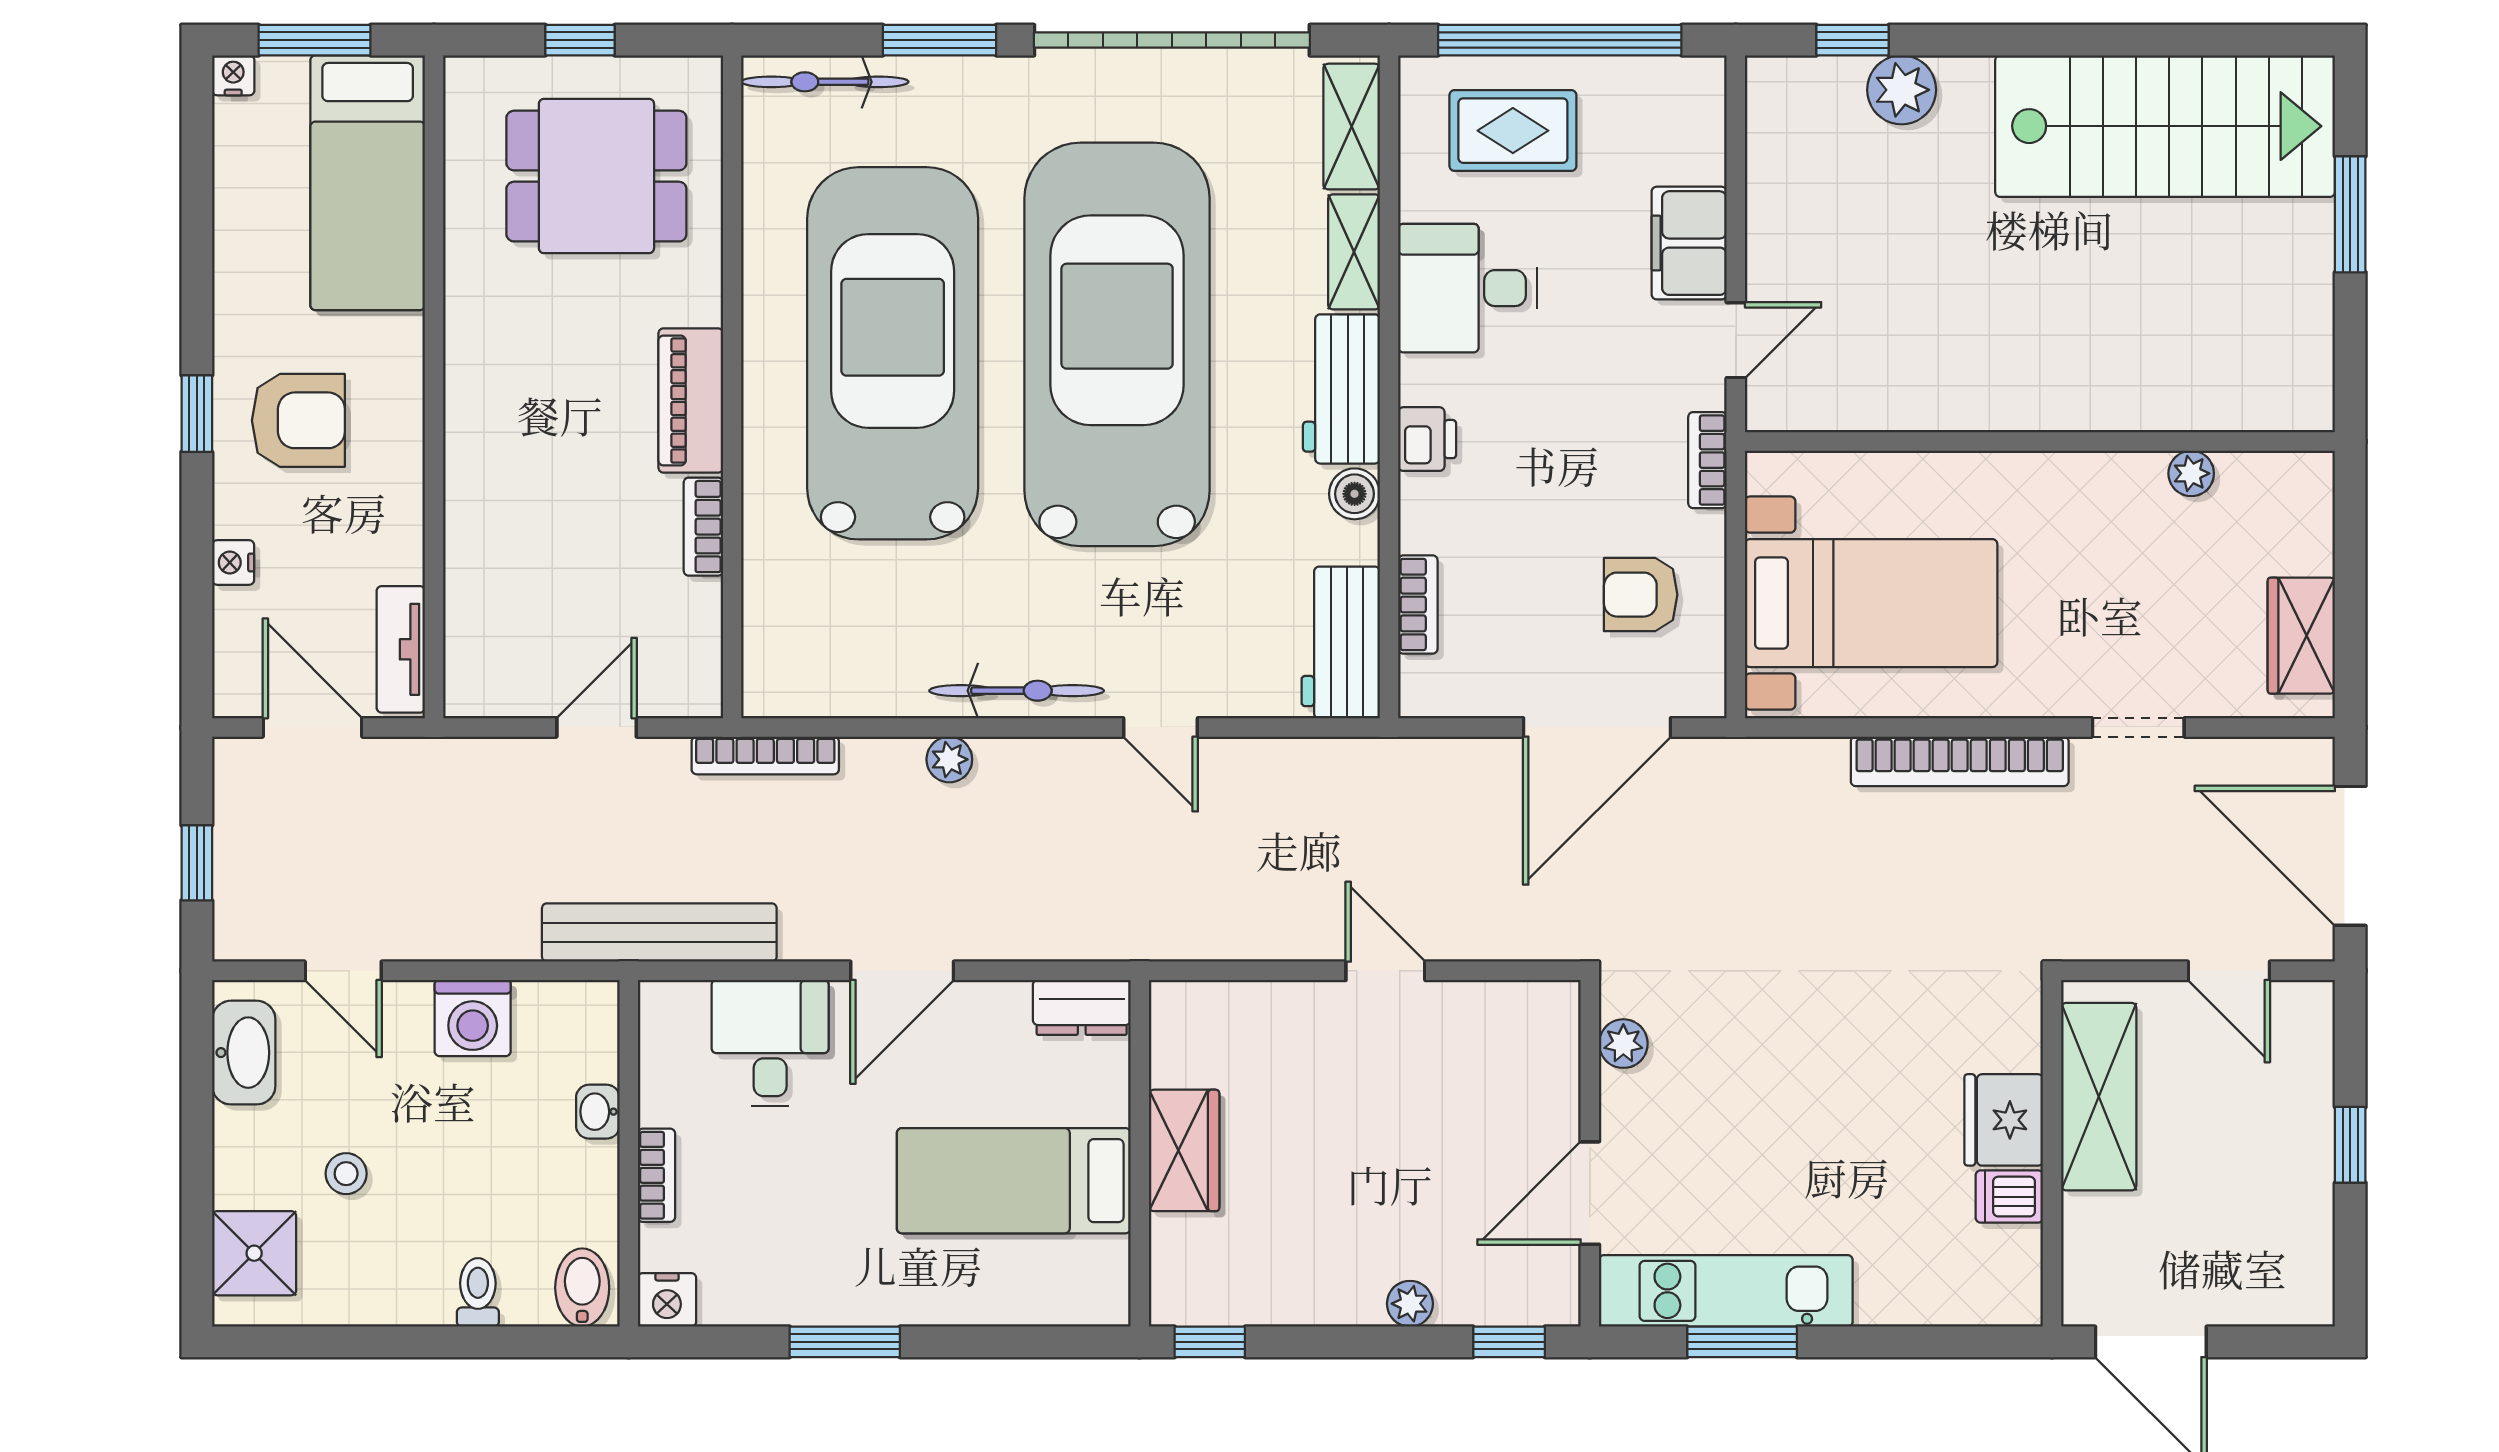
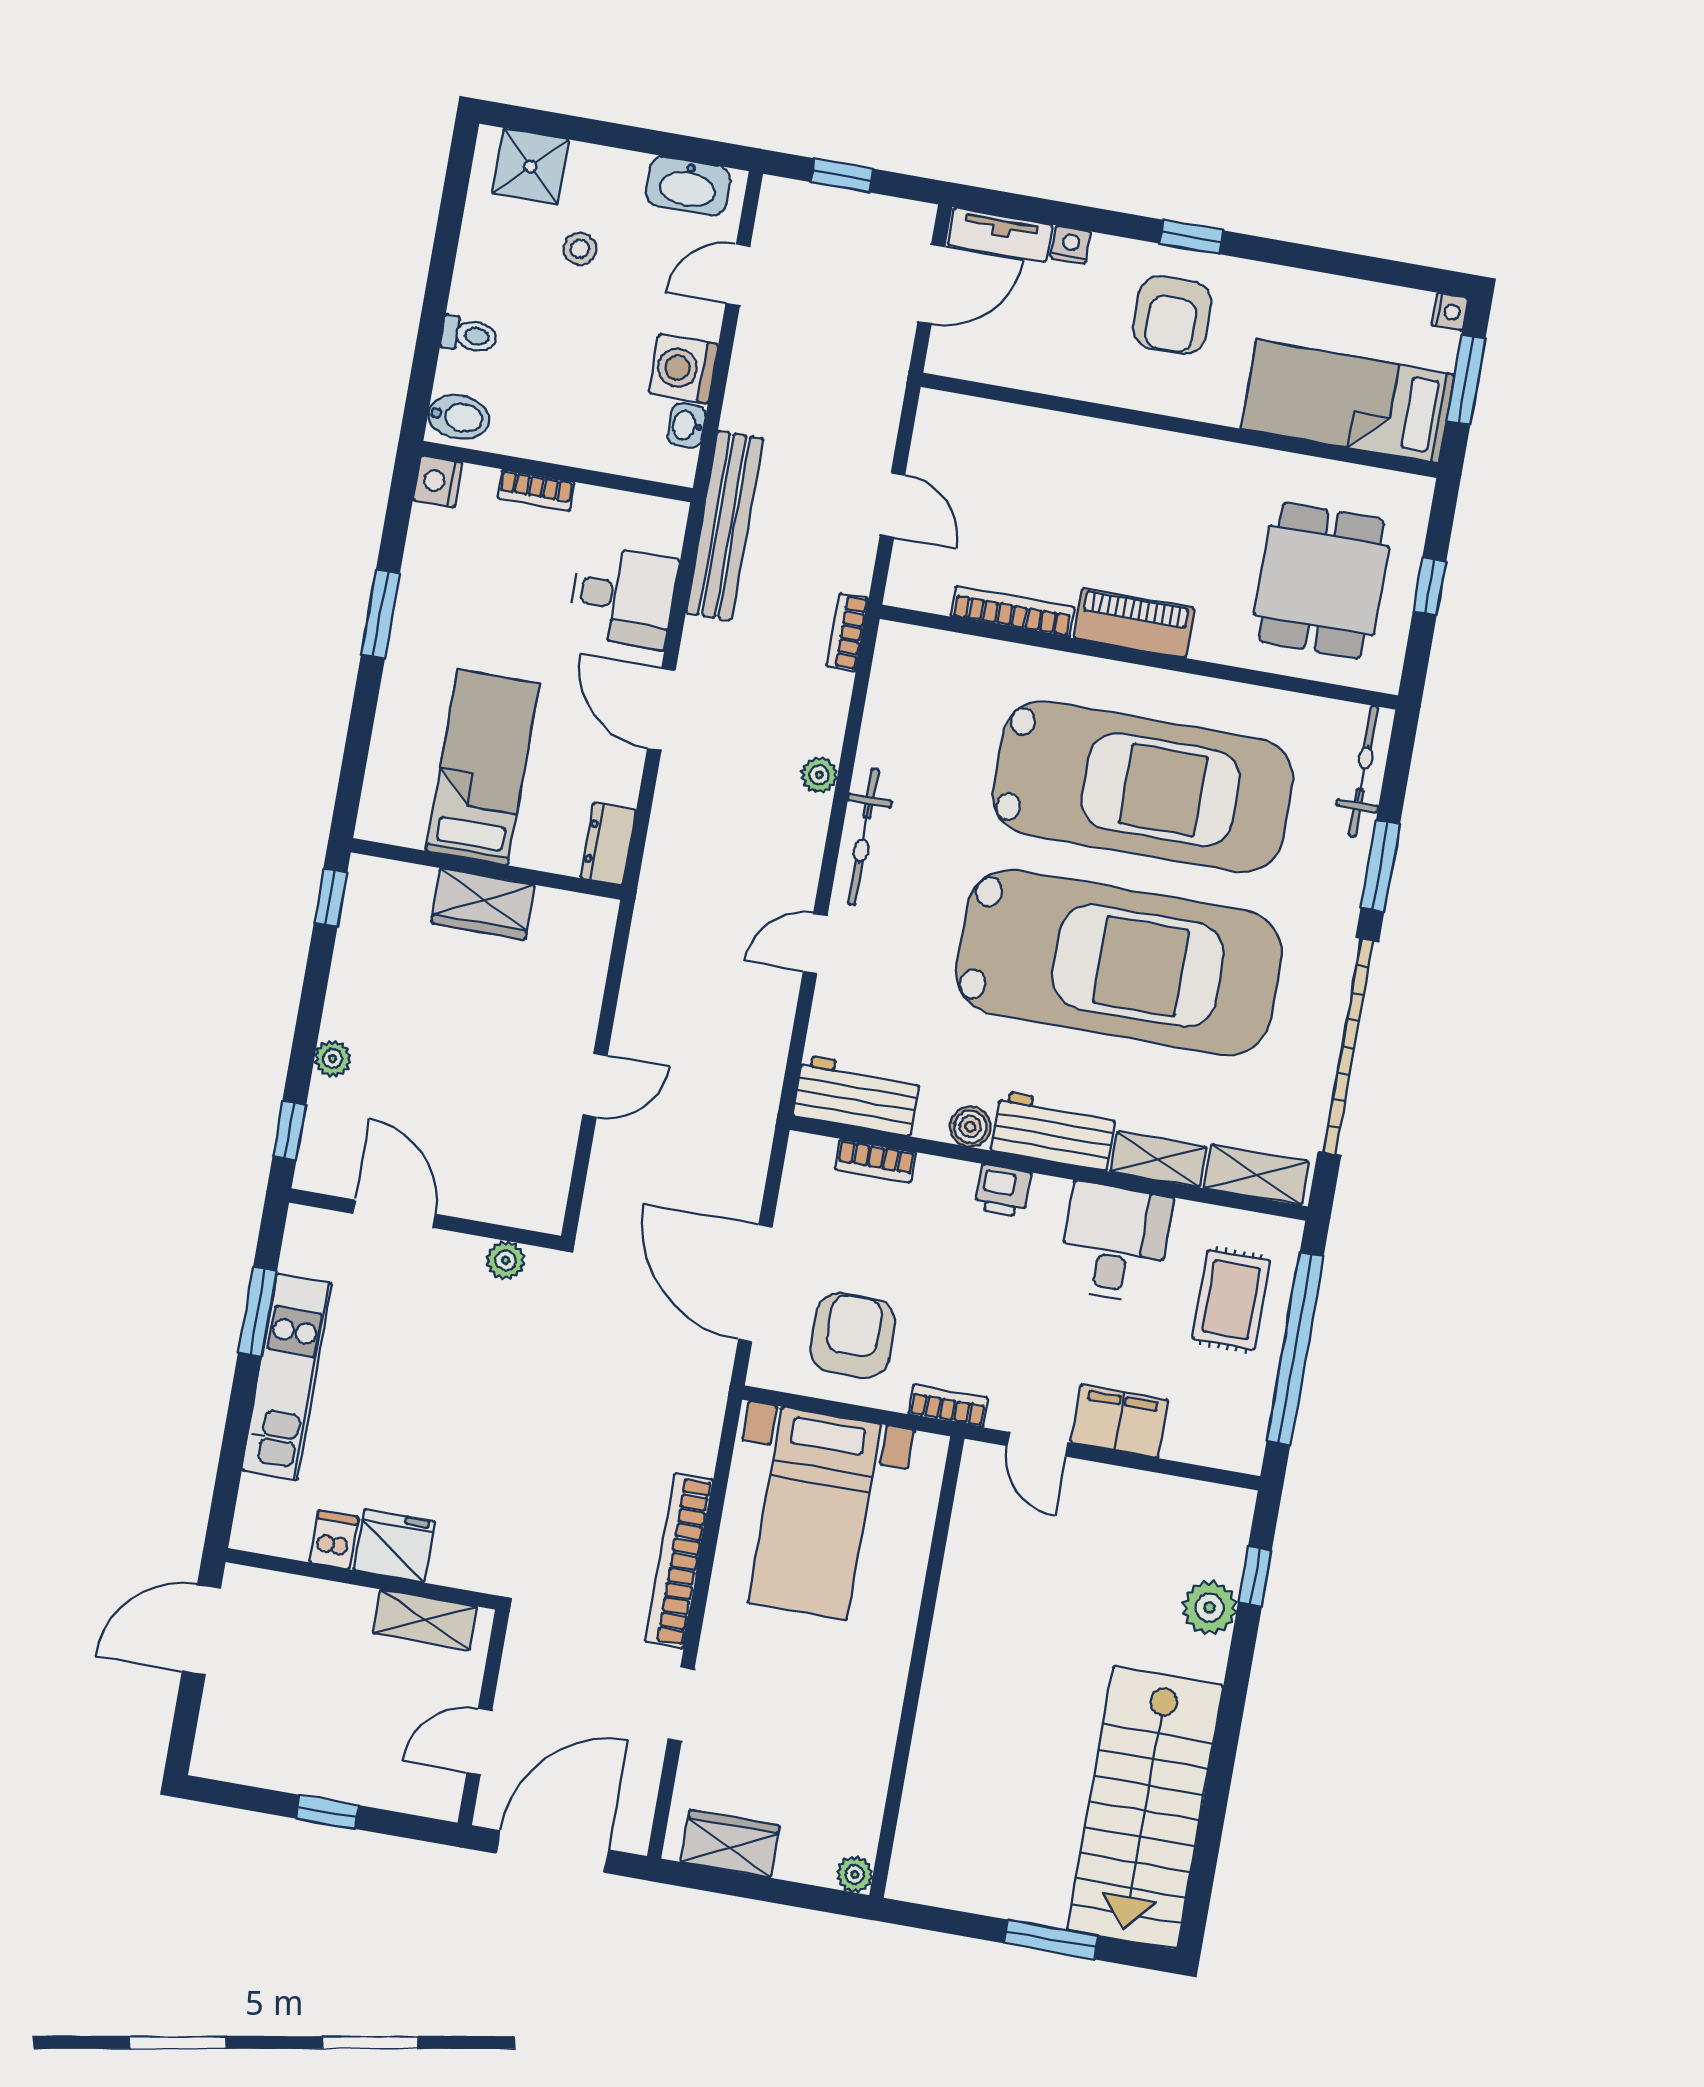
plant: (2191, 473) -> (855, 1874), moved
bookcase: (703, 527) -> (1013, 612), width x1.56
armchair: (1641, 595) -> (853, 1335), width x1.38, depth x1.38
tv unit: (401, 649) -> (1000, 235), moved, turned 180
bookcase: (765, 755) -> (848, 632), width x0.64
shelving: (2099, 1097) -> (425, 1620), width x0.67, depth x0.75
washbasin: (598, 1112) -> (687, 425), moved, turned -90
kitchen unit: (1726, 1291) -> (287, 1377), moved

